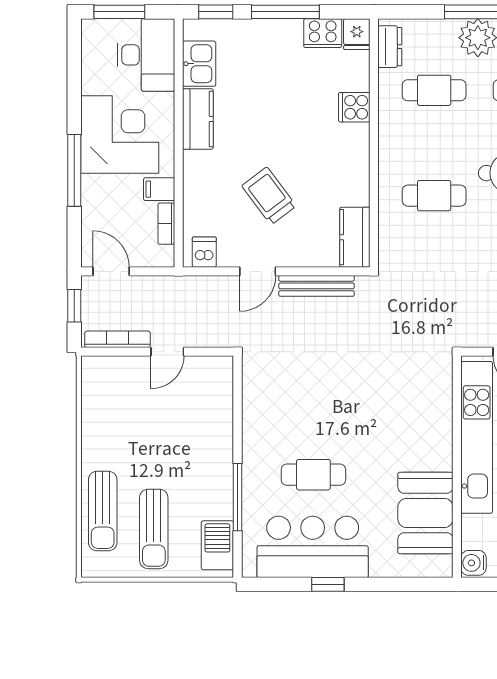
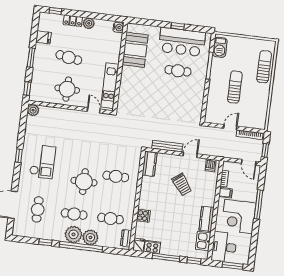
kitchen unit: (477, 437) -> (110, 86), width x0.73
sun lounger: (154, 529) -> (235, 87), moved

